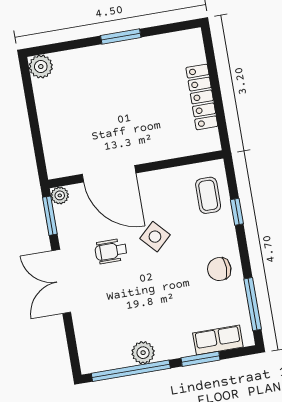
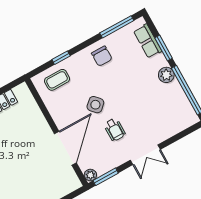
double door: (61, 281) -> (145, 155), width x0.73
plant: (143, 353) -> (166, 75), moved

